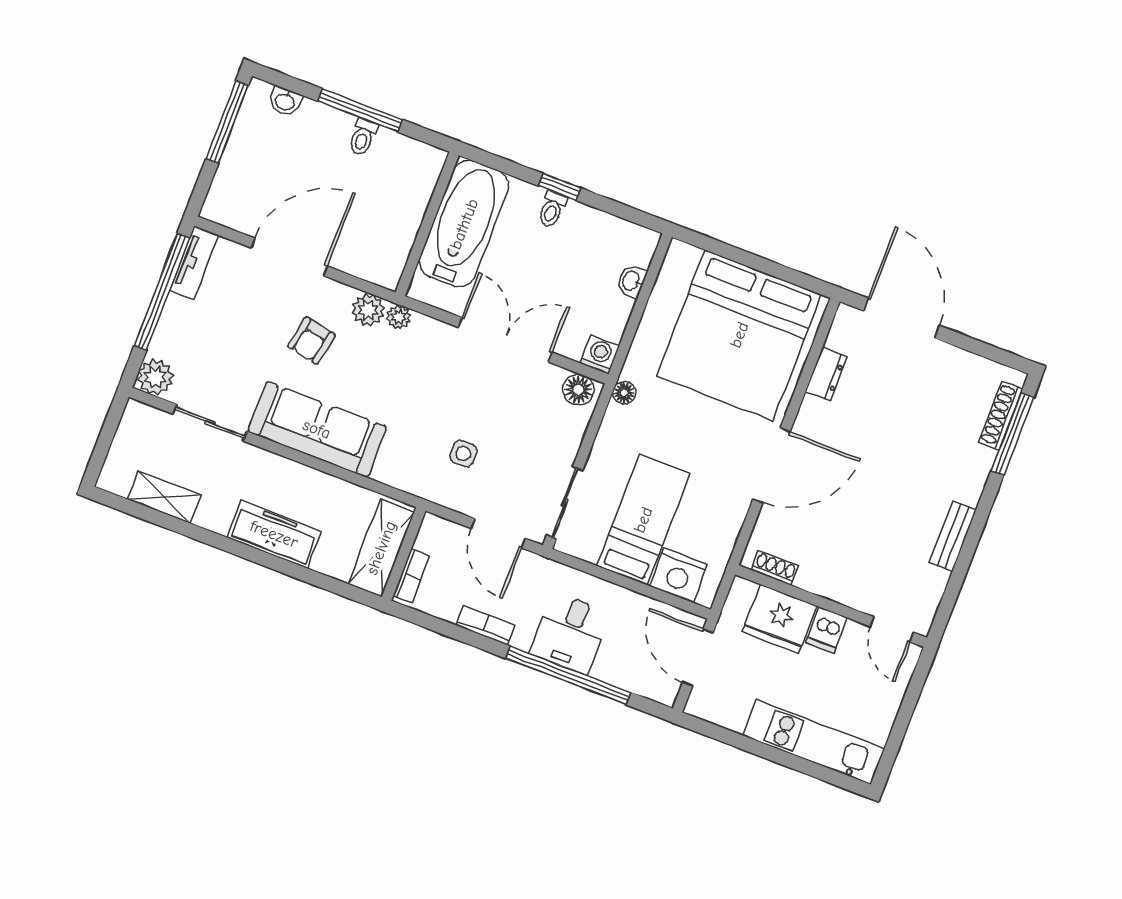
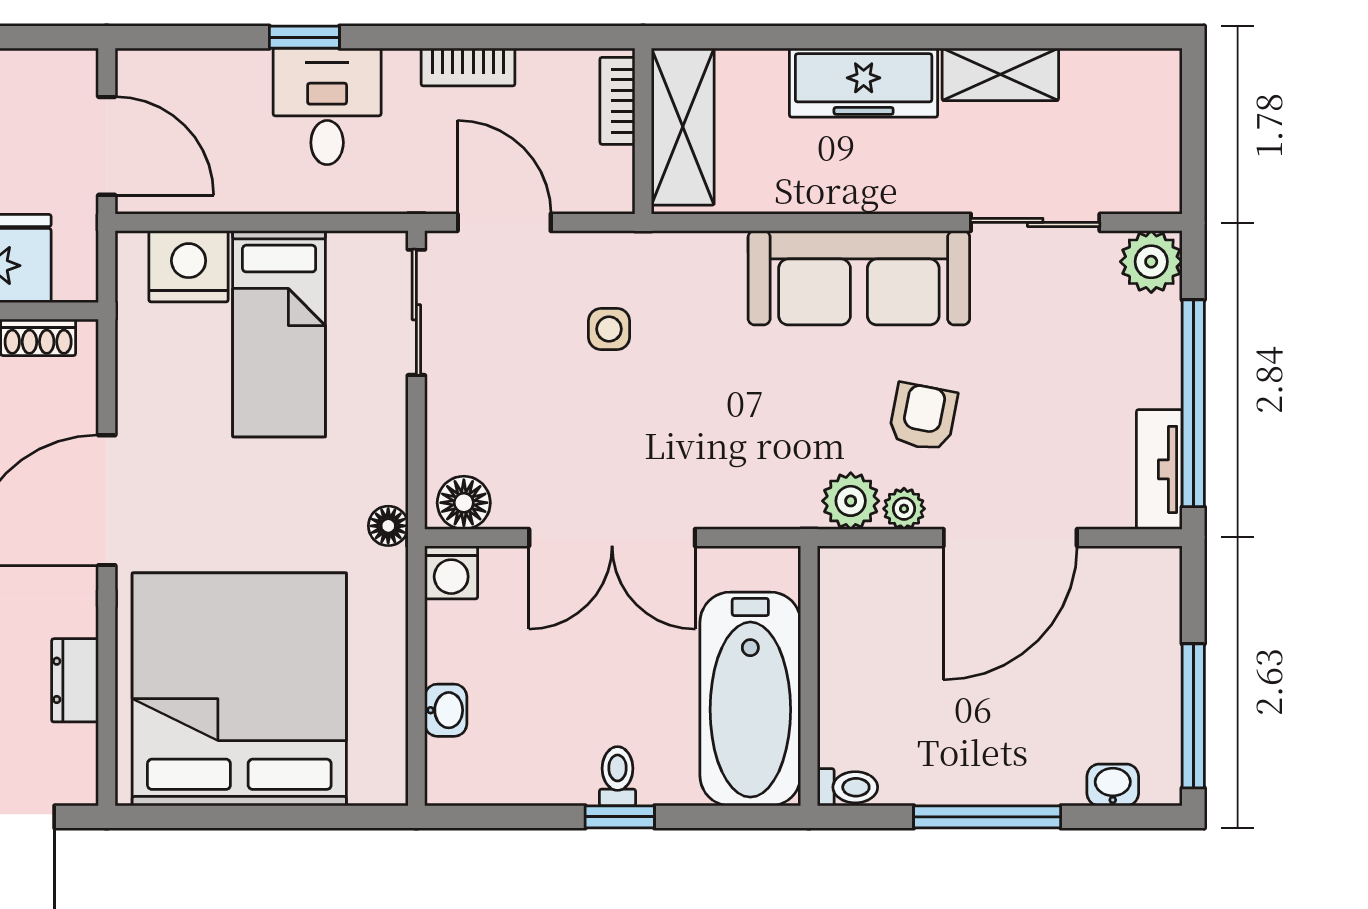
toilet: (363, 137) -> (847, 787), moved, turned 90
plant: (399, 317) -> (904, 509), moved
shelving: (164, 497) -> (1000, 74), moved
window: (568, 675) -> (304, 37), width x0.32

